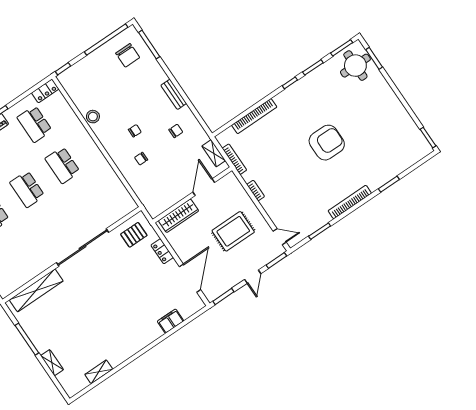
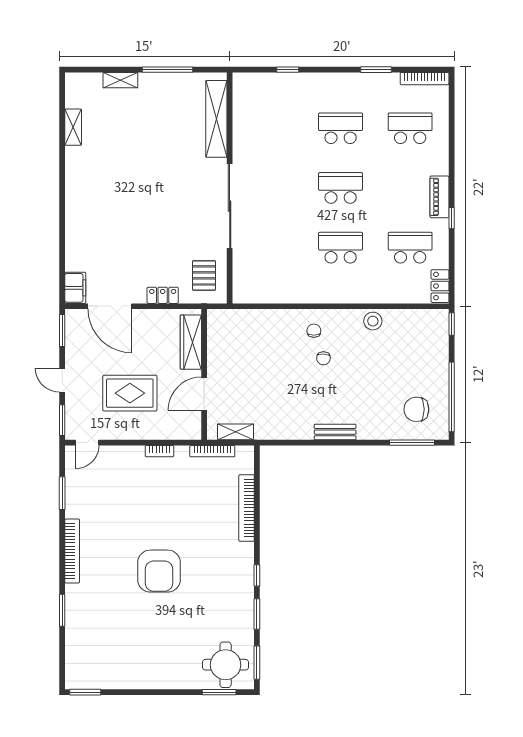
chair: (176, 131) -> (291, 406), removed
chair: (141, 159) -> (314, 331), moved
door: (204, 187) -> (204, 394), swing flipped
rug: (233, 231) -> (130, 393), turned 90
filing cabinet: (171, 321) -> (75, 288), moved

